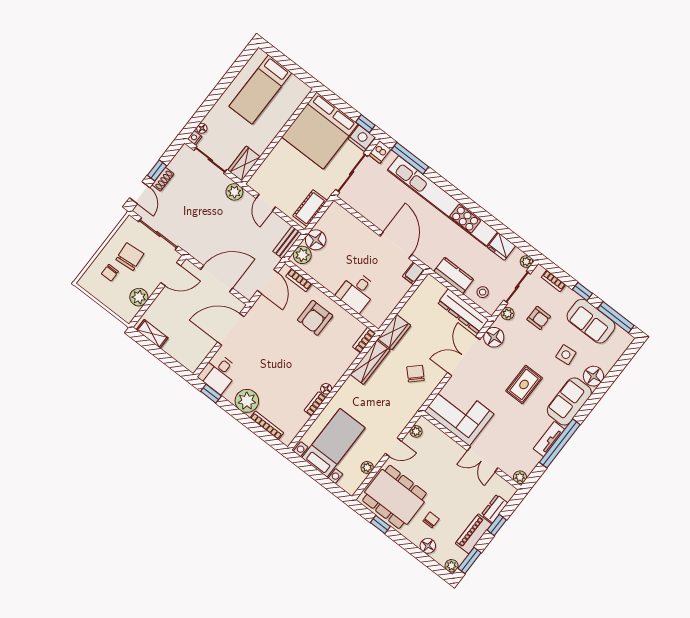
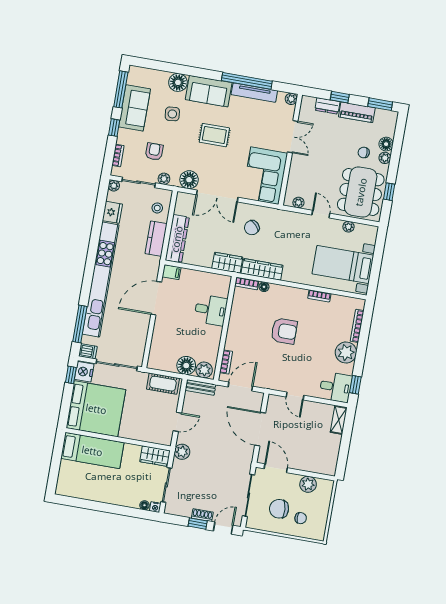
bed: (260, 90) -> (92, 451), moved
dresser: (463, 311) -> (177, 239), moved
armchair: (315, 318) -> (284, 331), moved
door: (231, 329) -> (295, 396), width x0.53
shelving: (152, 334) -> (339, 420), moved
floor lamp: (326, 389) -> (264, 287), moved
tv unit: (549, 439) -> (254, 93), width x1.41
plant: (452, 566) -> (385, 158), moved

